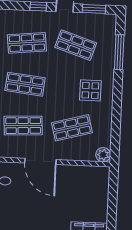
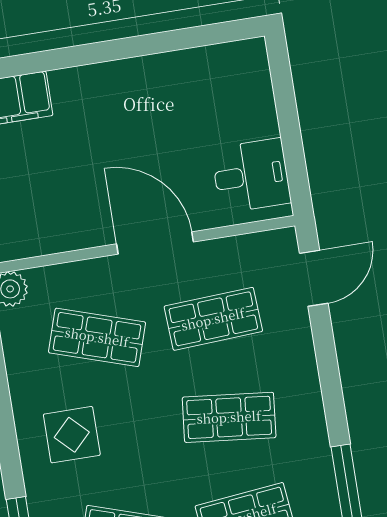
shop shelf: (72, 128) -> (97, 337), turned 33

